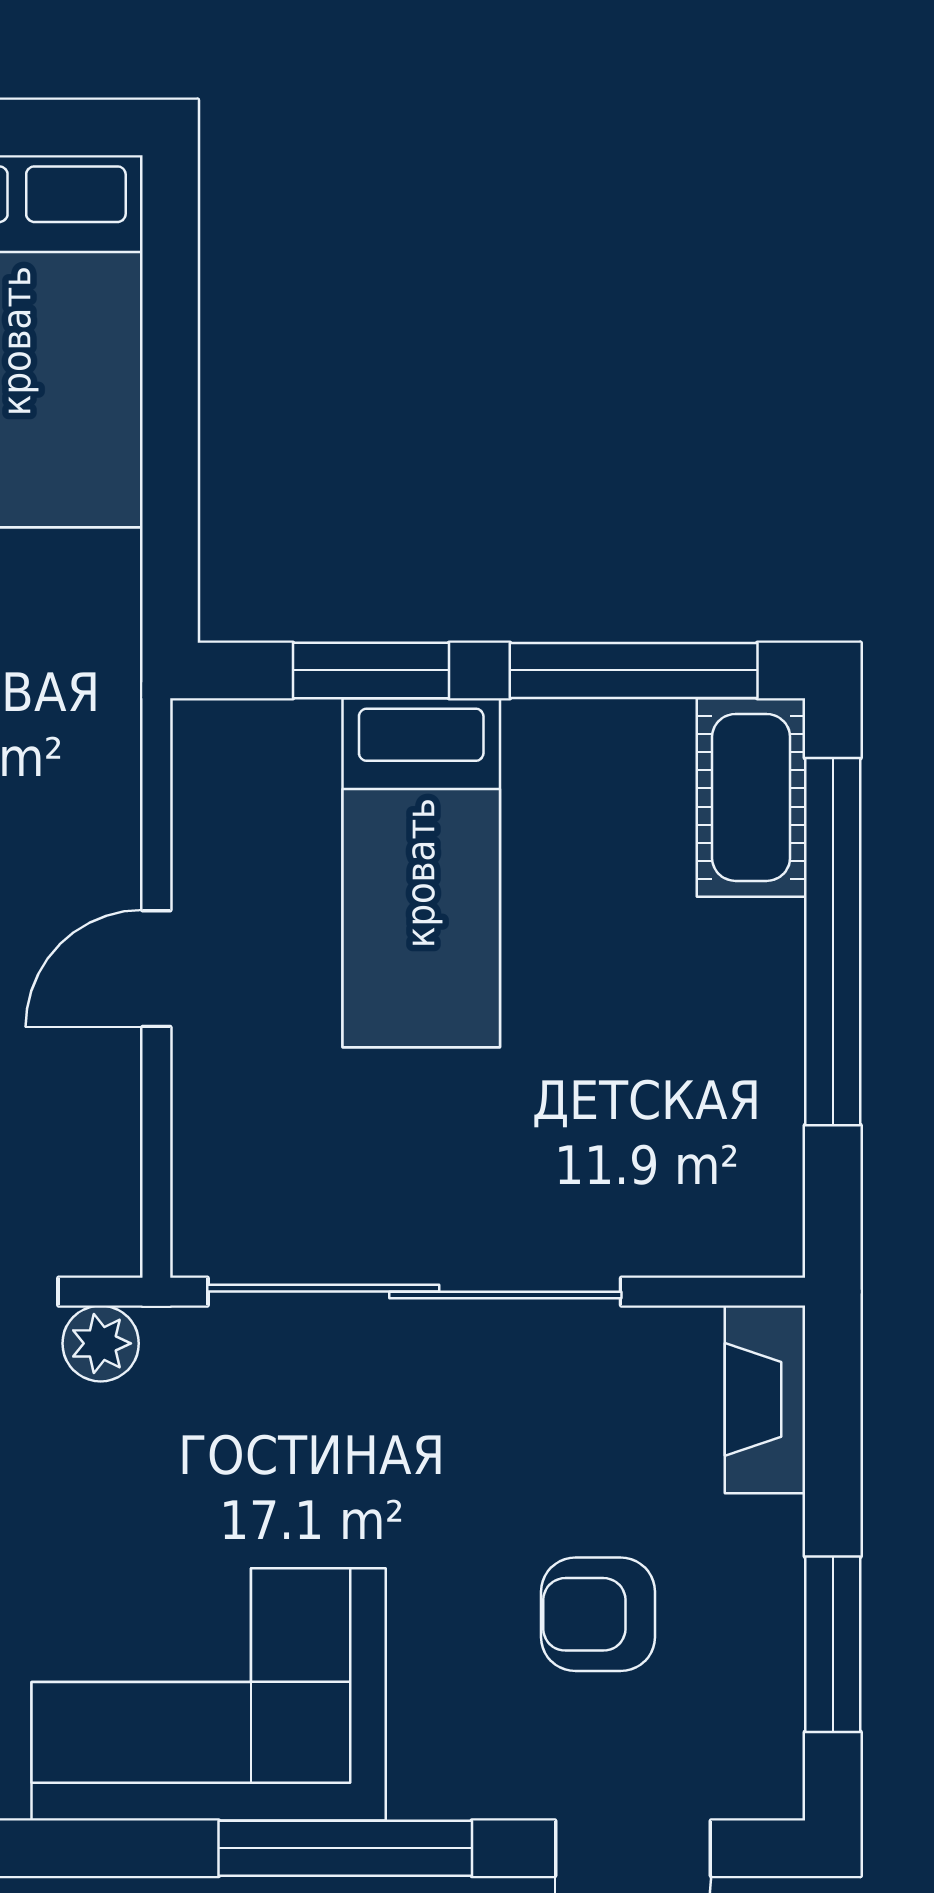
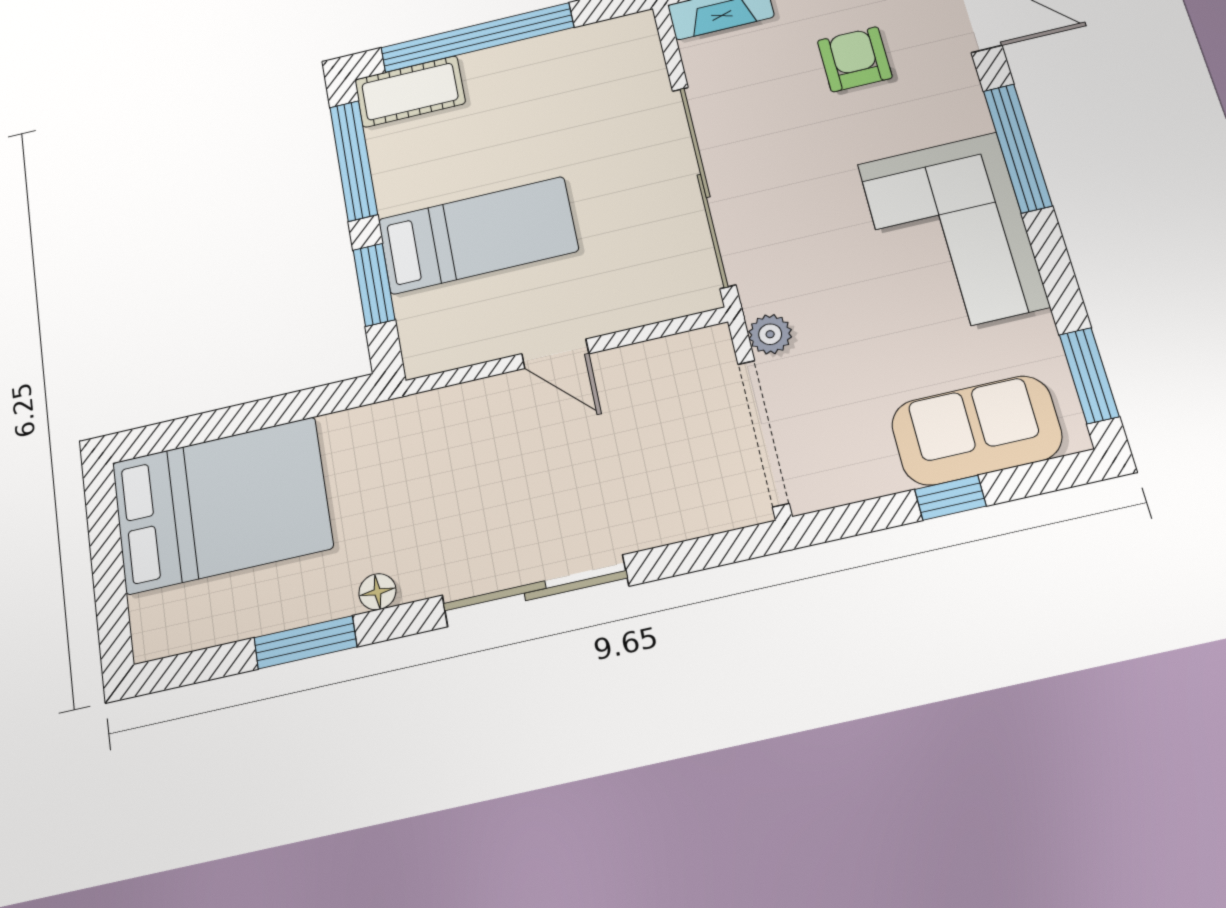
armchair: (598, 1614) -> (855, 59), turned 180

